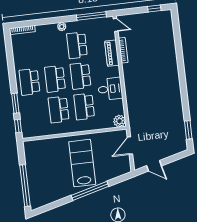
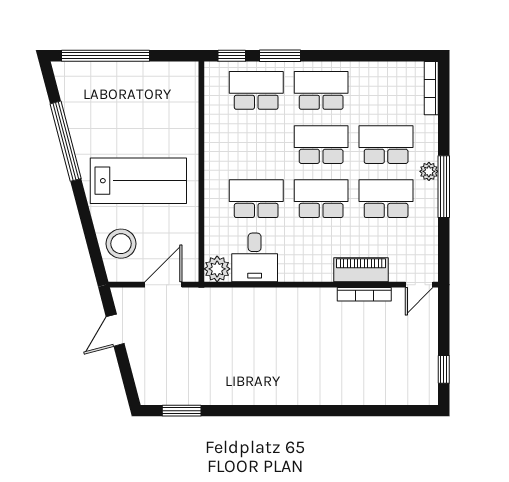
window: (91, 16) -> (444, 187), moved
school desk: (51, 48) -> (386, 145), added
desk: (110, 89) -> (255, 257), moved
school desk: (59, 110) -> (256, 90), moved
door: (130, 146) -> (163, 285), hinge flipped
stool: (113, 168) -> (121, 244), added
window: (90, 191) -> (66, 141), moved

